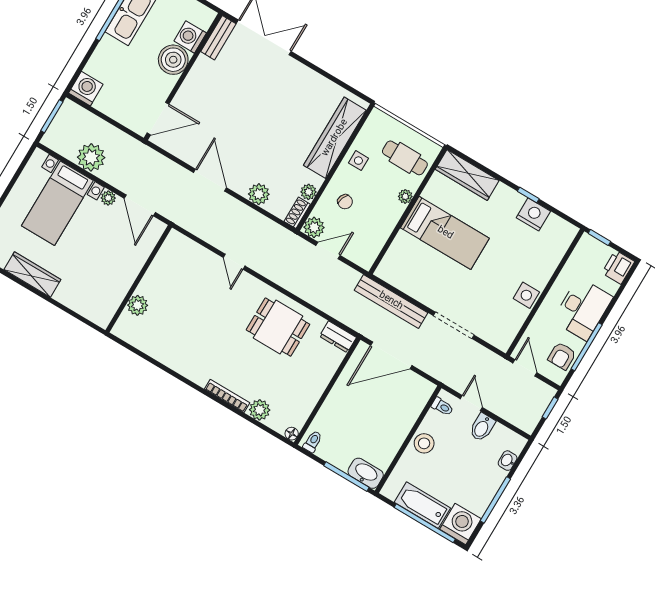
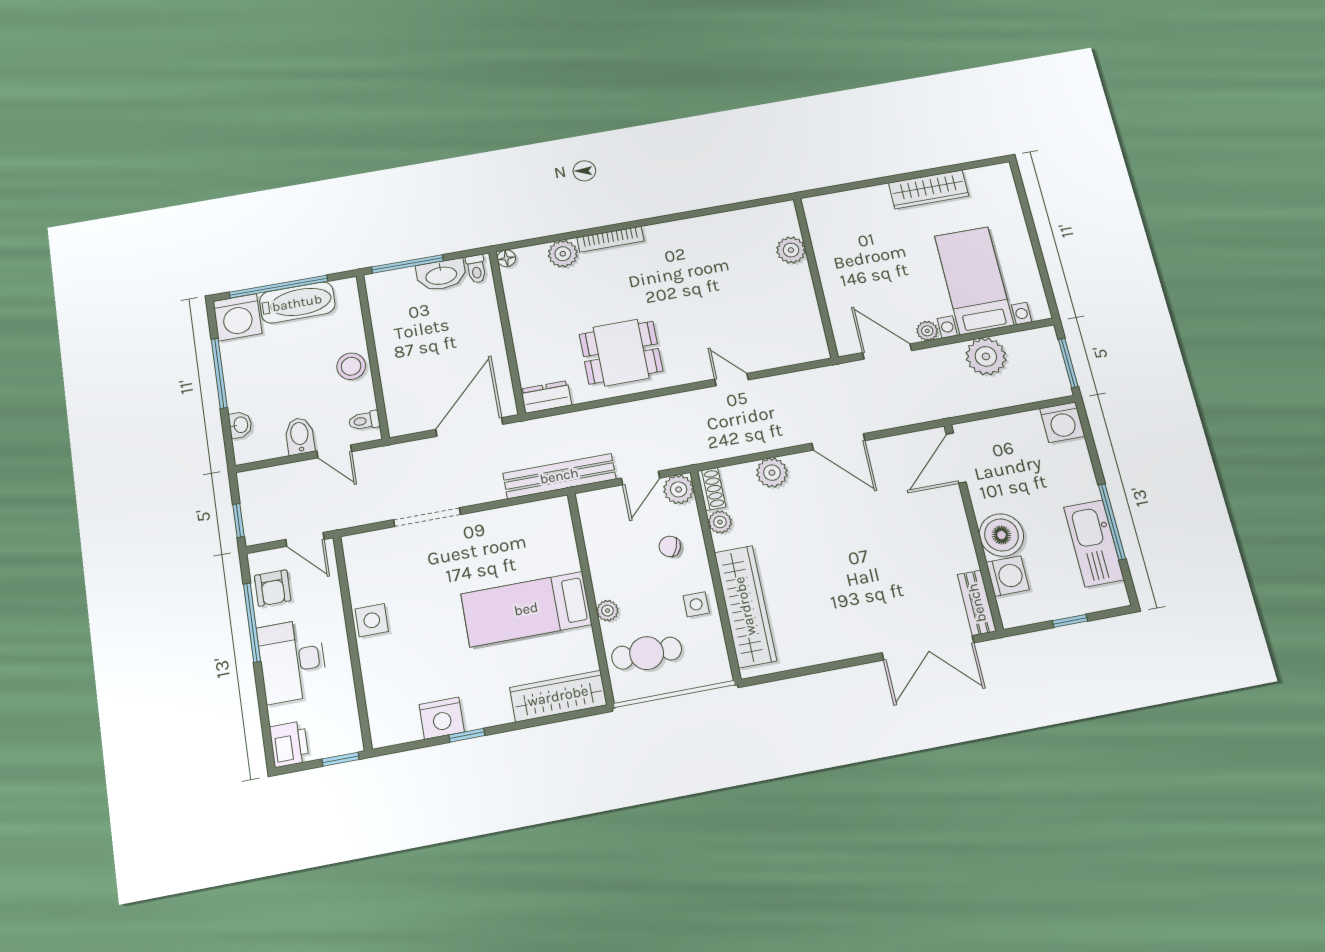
bench: (391, 301) -> (559, 476), moved
armchair: (562, 356) -> (273, 588), turned 180
washbasin: (366, 473) -> (441, 275), moved

